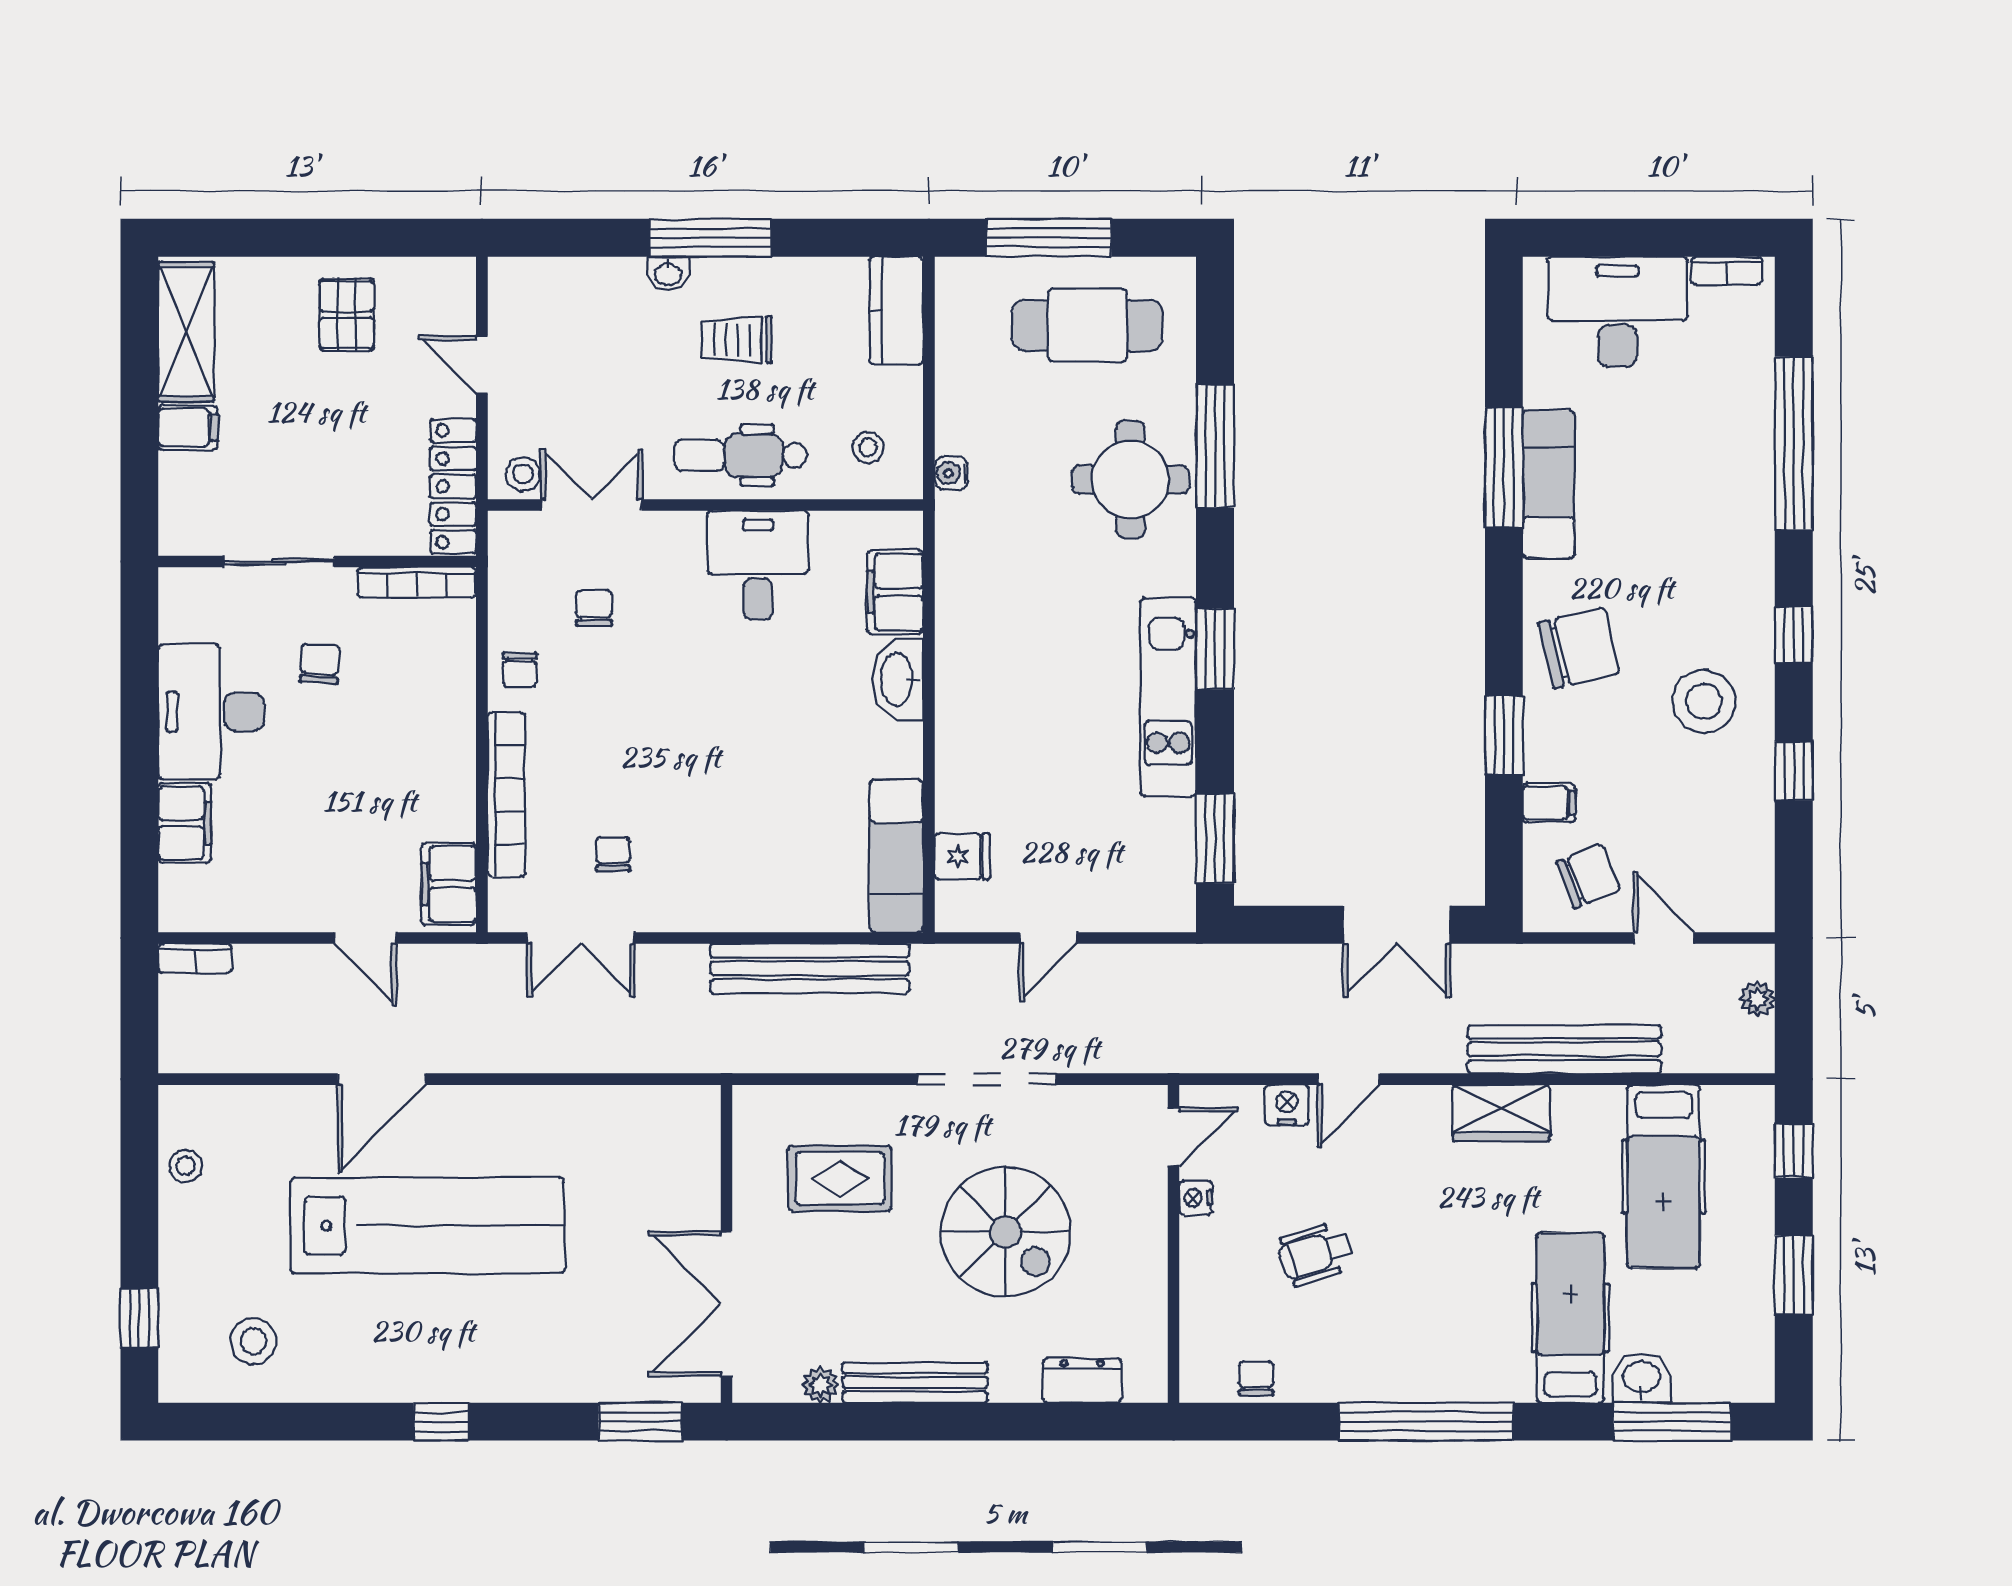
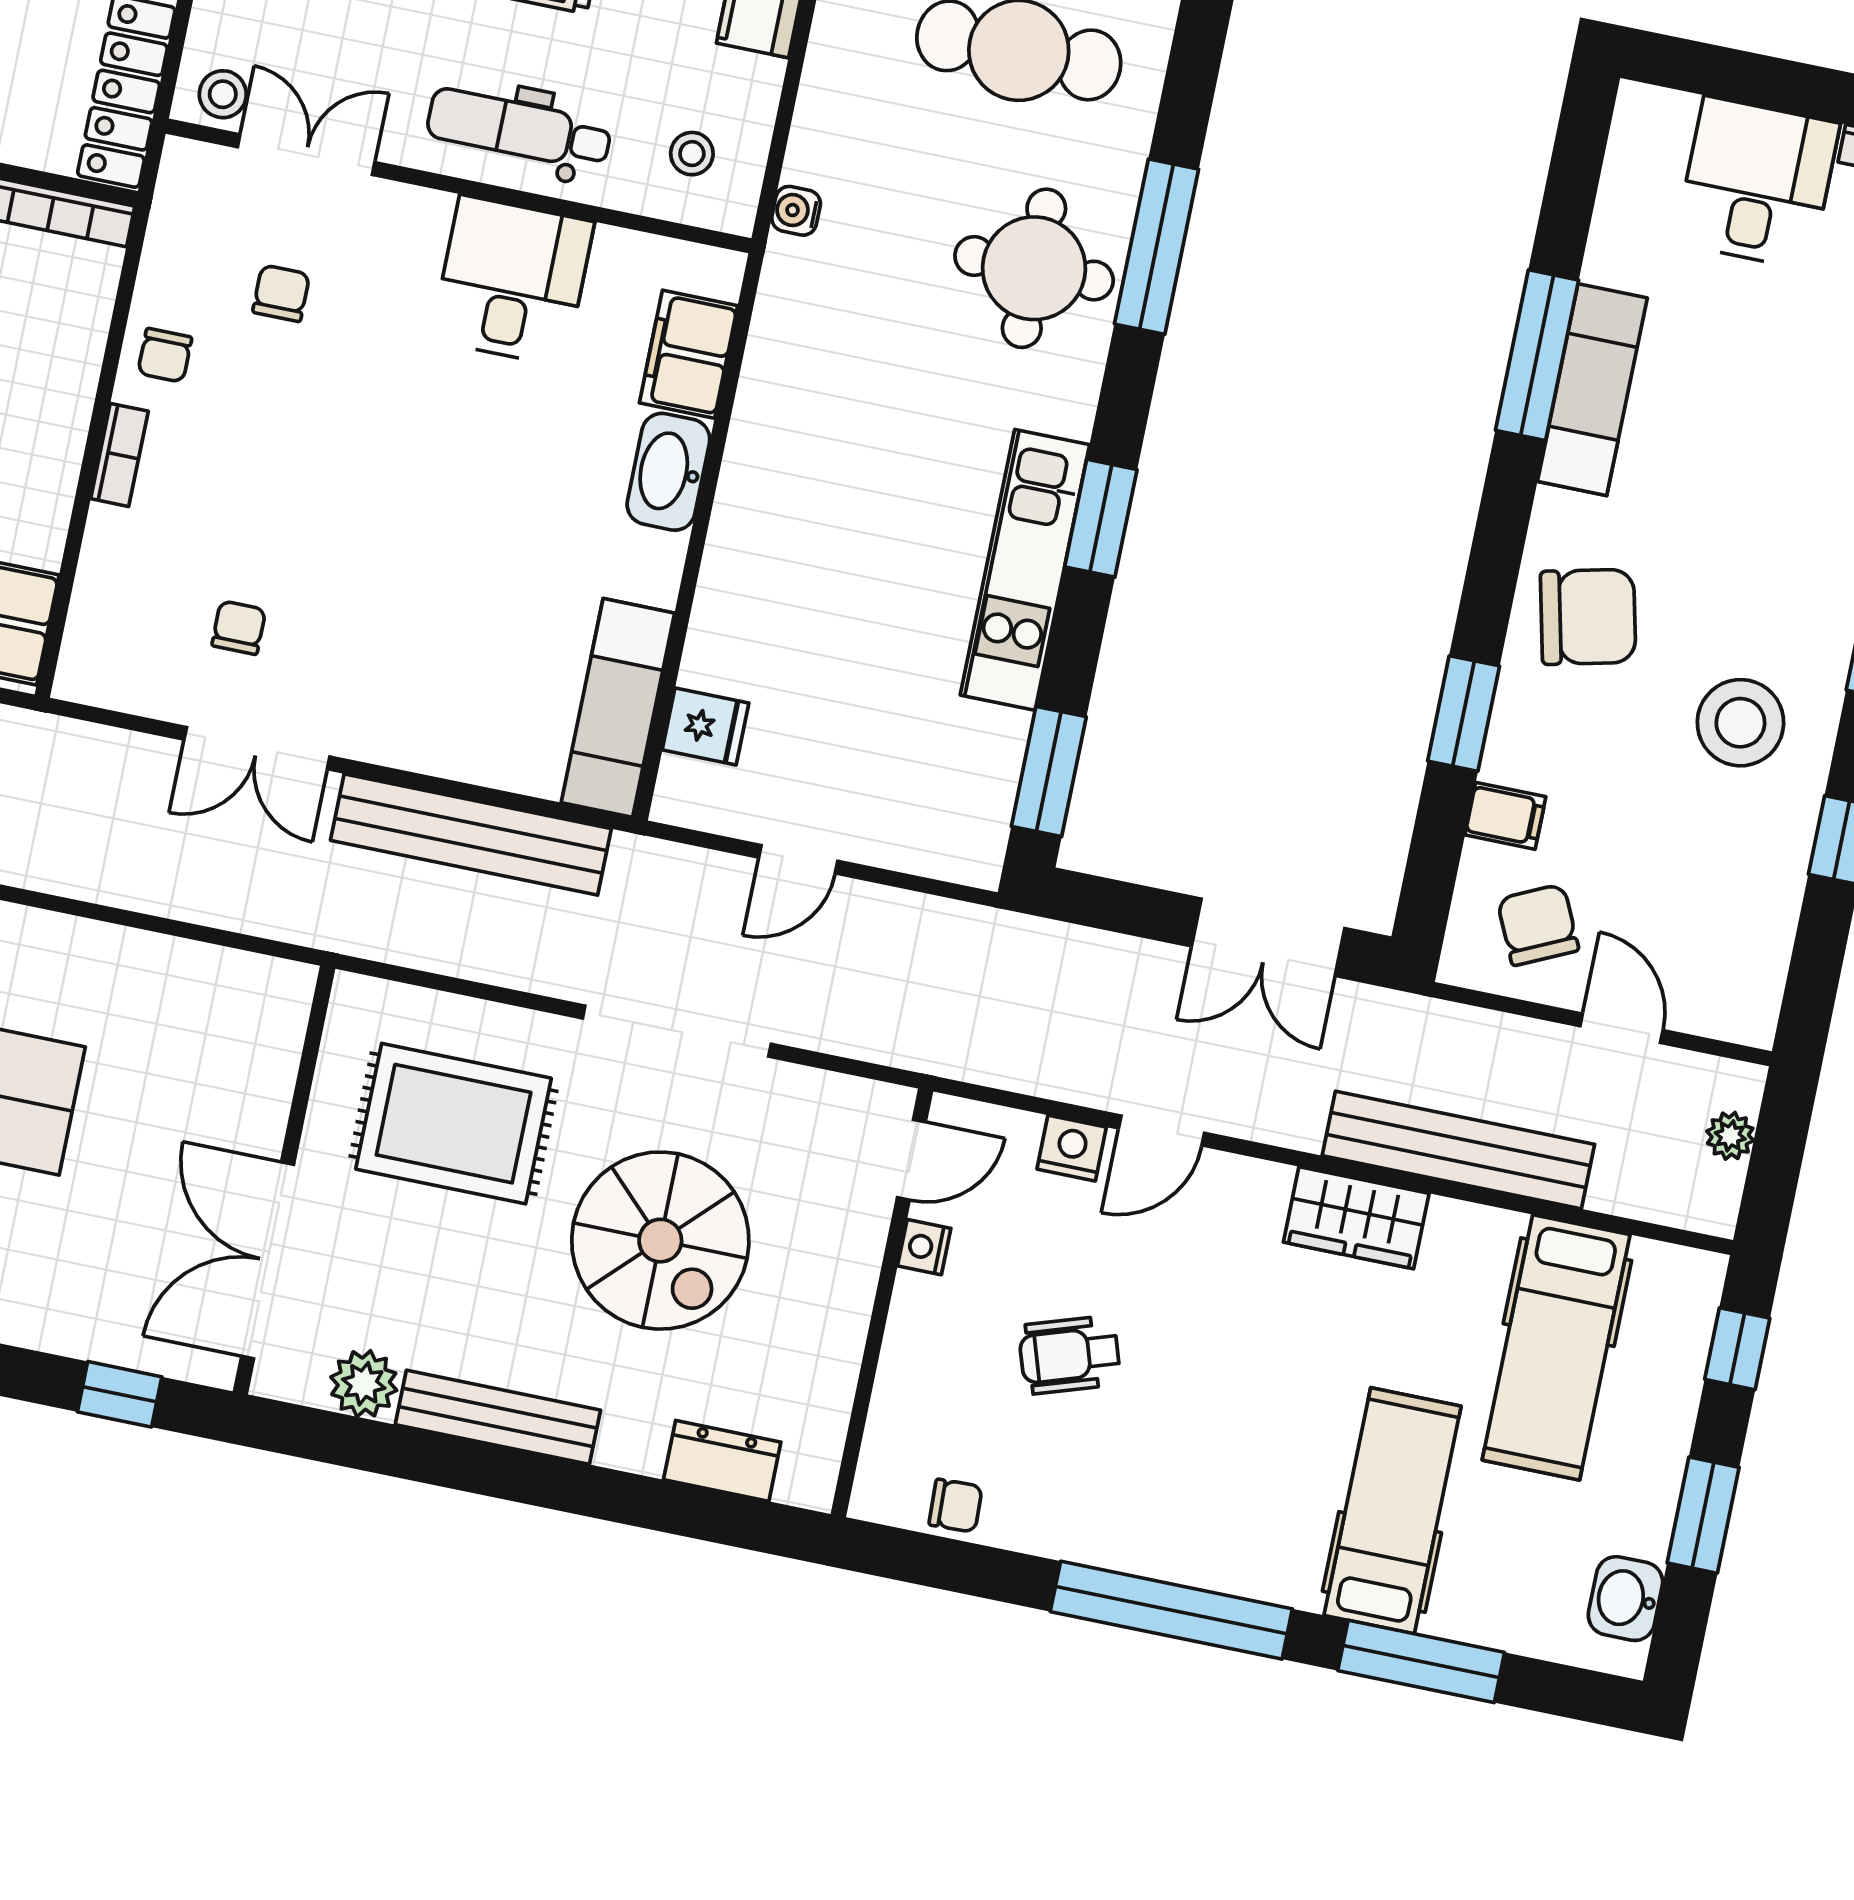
desk: (1617, 312) -> (1757, 183), width x0.73
bookcase: (506, 795) -> (119, 455), width x0.43, depth x0.76
chair: (1588, 876) -> (1538, 925), turned -93
double door: (581, 938) -> (257, 748), moved
rug: (840, 1178) -> (454, 1124), width x1.36, depth x1.43
chair: (1256, 1378) -> (956, 1506), turned 88
washbasin: (1642, 1378) -> (1625, 1599), moved, turned -90
plant: (821, 1385) -> (364, 1384), width x1.38, depth x1.38
window: (640, 1422) -> (120, 1394), width x0.67
window: (1672, 1422) -> (1421, 1661), moved

